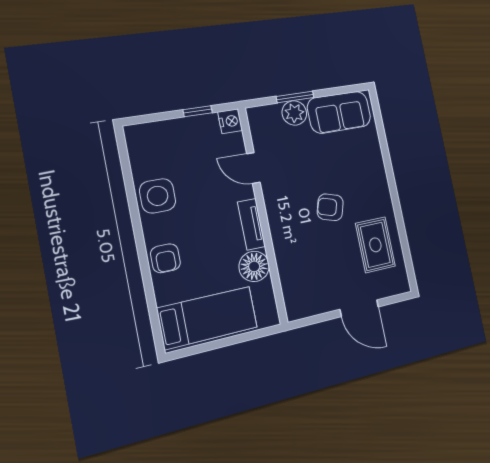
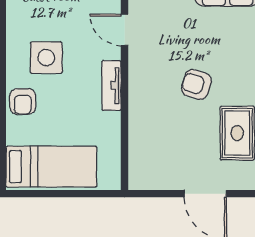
side table: (158, 196) -> (46, 58), moved
floor lamp: (254, 266) -> (106, 128), removed

